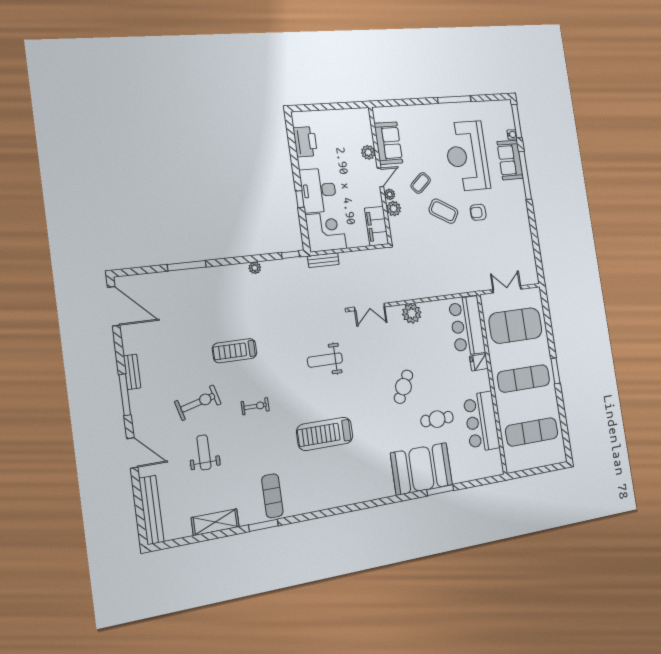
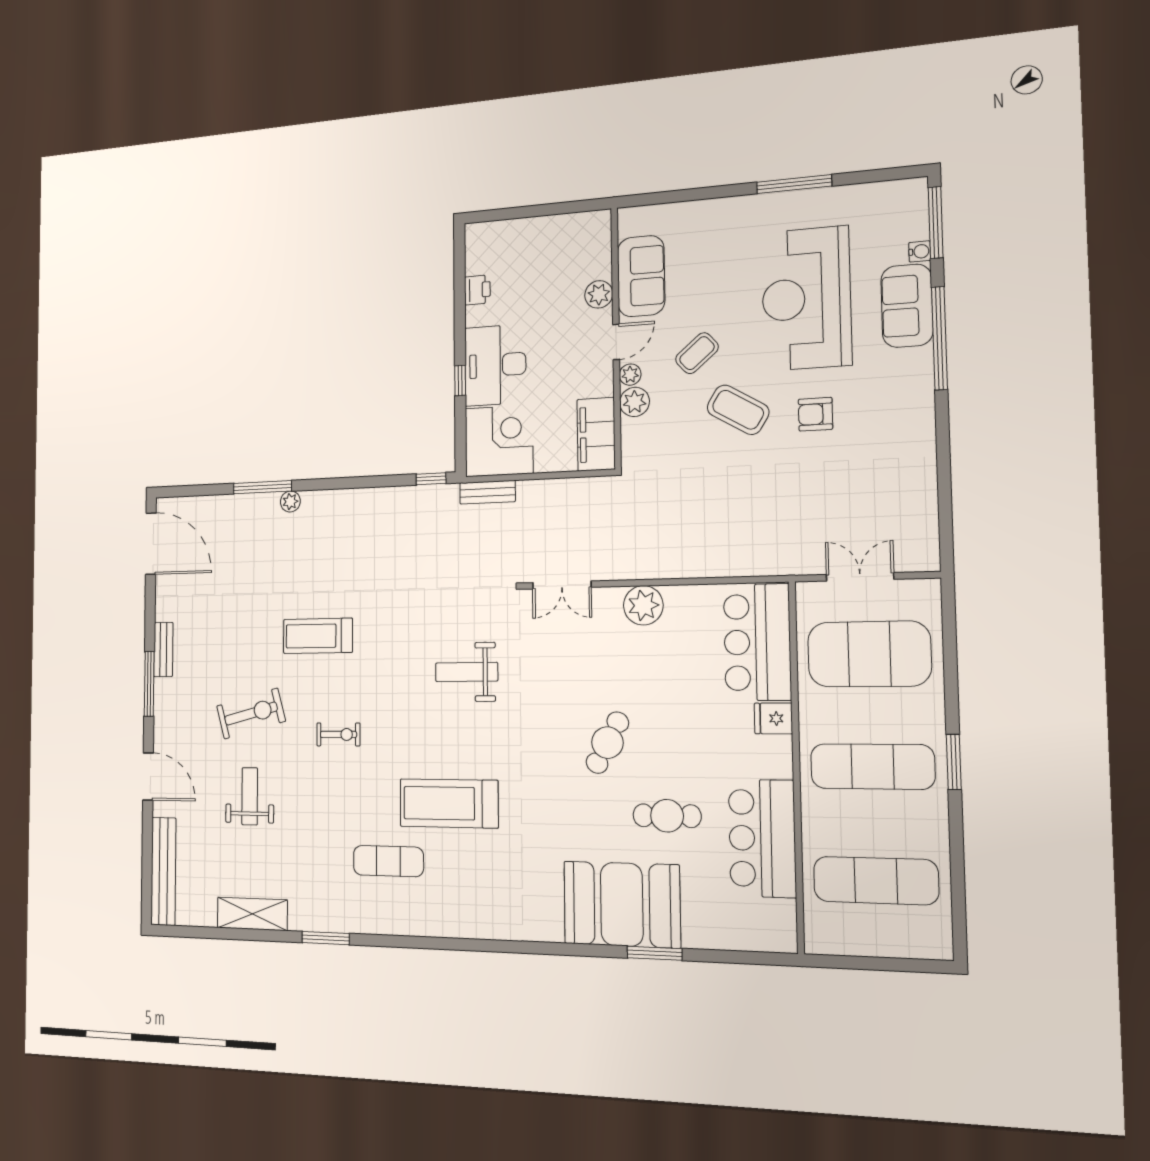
printer: (305, 142) -> (477, 290), width x0.53, depth x0.68
plant: (255, 268) -> (290, 502), moved
exercise mat: (272, 496) -> (388, 861), moved, turned 90

